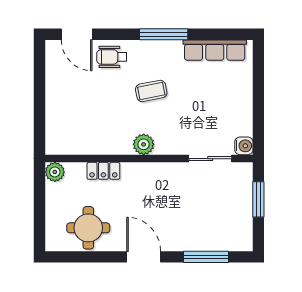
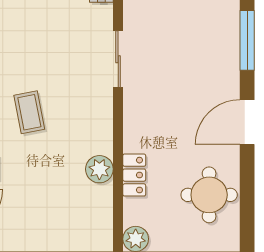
plant: (144, 144) -> (99, 169), moved
sliding door: (210, 159) -> (118, 59), moved

